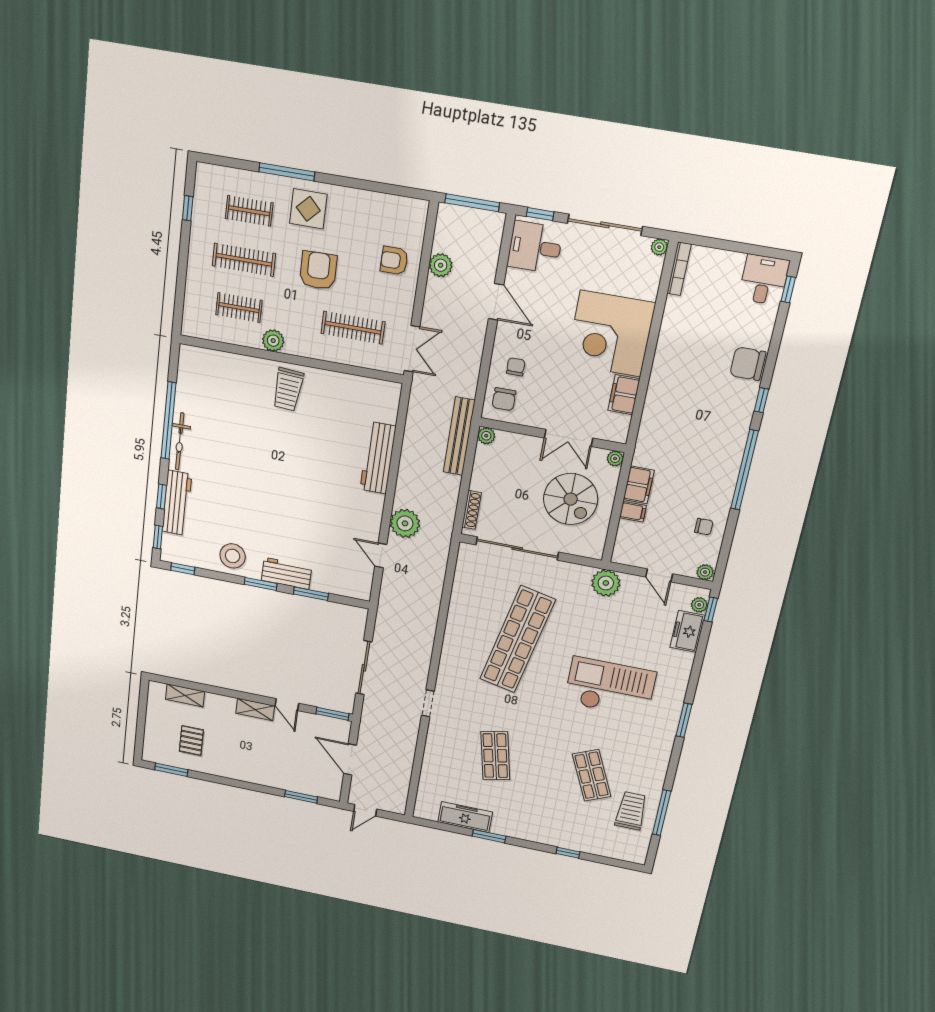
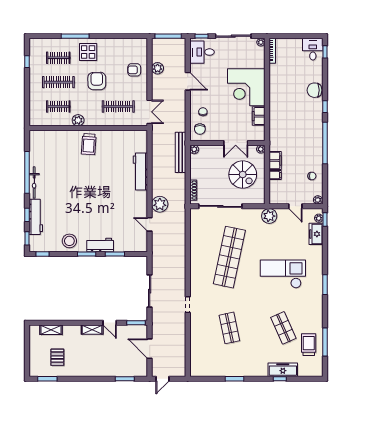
freezer: (465, 817) -> (283, 370), moved

